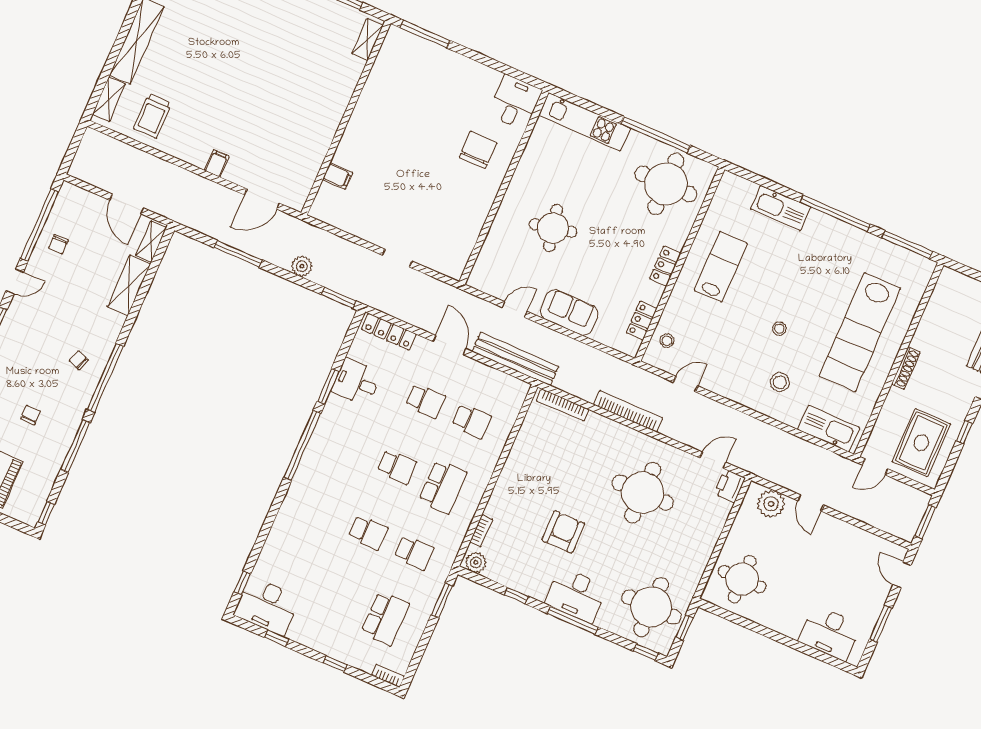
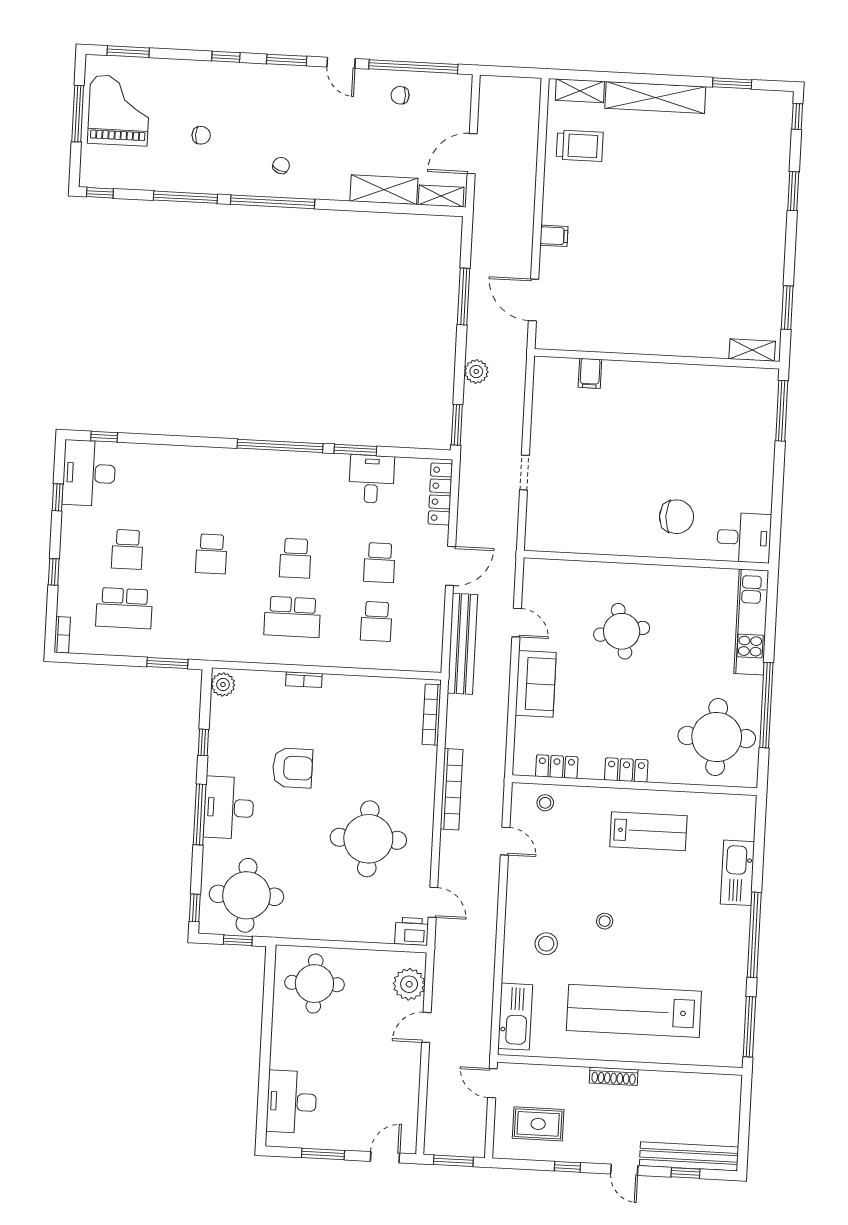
trolley: (153, 116) -> (580, 146), turned 180
rug: (921, 443) -> (538, 1124), width x0.73, depth x0.70
bookcase: (481, 531) -> (304, 680), moved
school desk: (414, 553) -> (127, 549), moved

